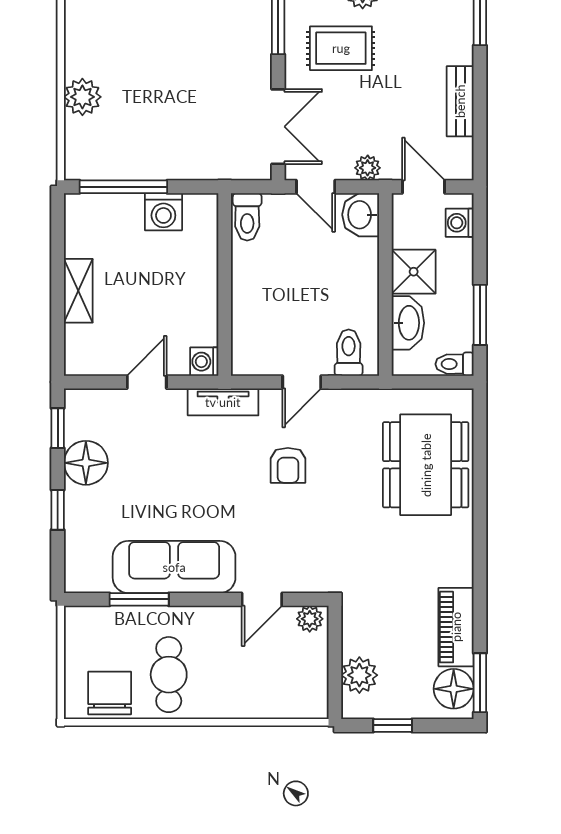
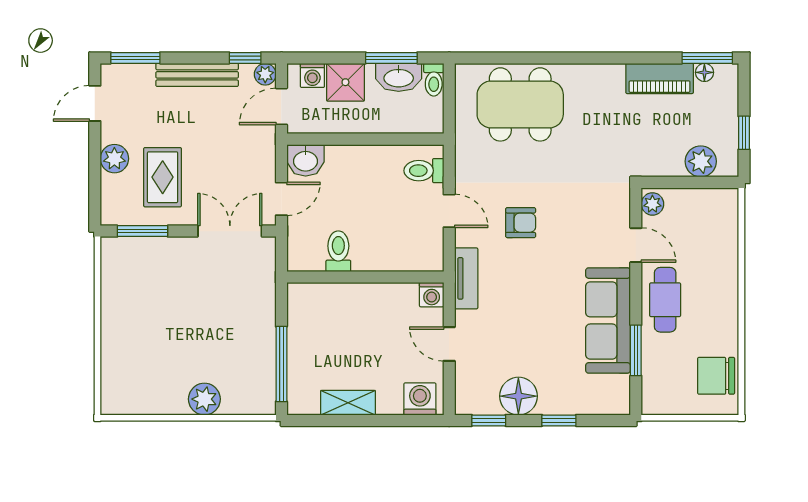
bench: (460, 101) -> (197, 75), width x1.36
window: (480, 144) -> (245, 58), added
plant: (368, 168) -> (265, 74), moved
washing machine: (163, 212) -> (420, 399), moved, turned -90
toilet: (247, 217) -> (338, 251), moved, turned -90
shower: (414, 272) -> (345, 82), moved
shelving: (78, 291) -> (348, 403), moved
washbasin: (408, 323) -> (399, 77), moved, turned 180
cafe table: (169, 675) -> (665, 300), moved, turned 90
floor lamp: (454, 689) -> (704, 72), width x0.53, depth x0.53

